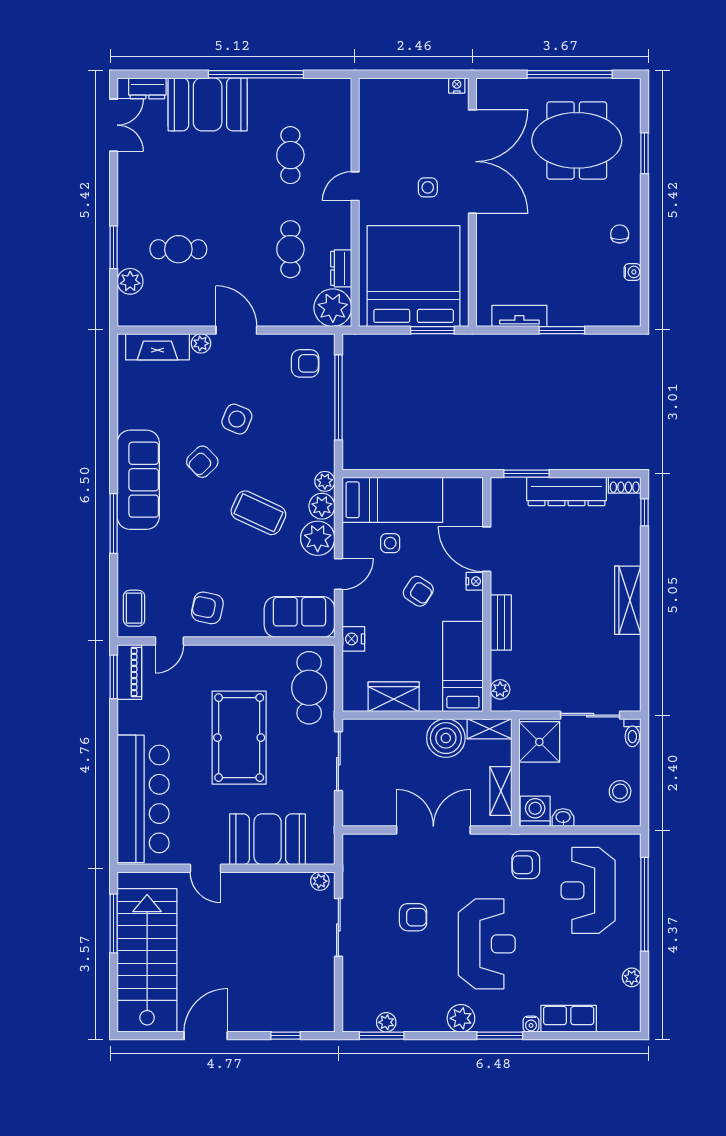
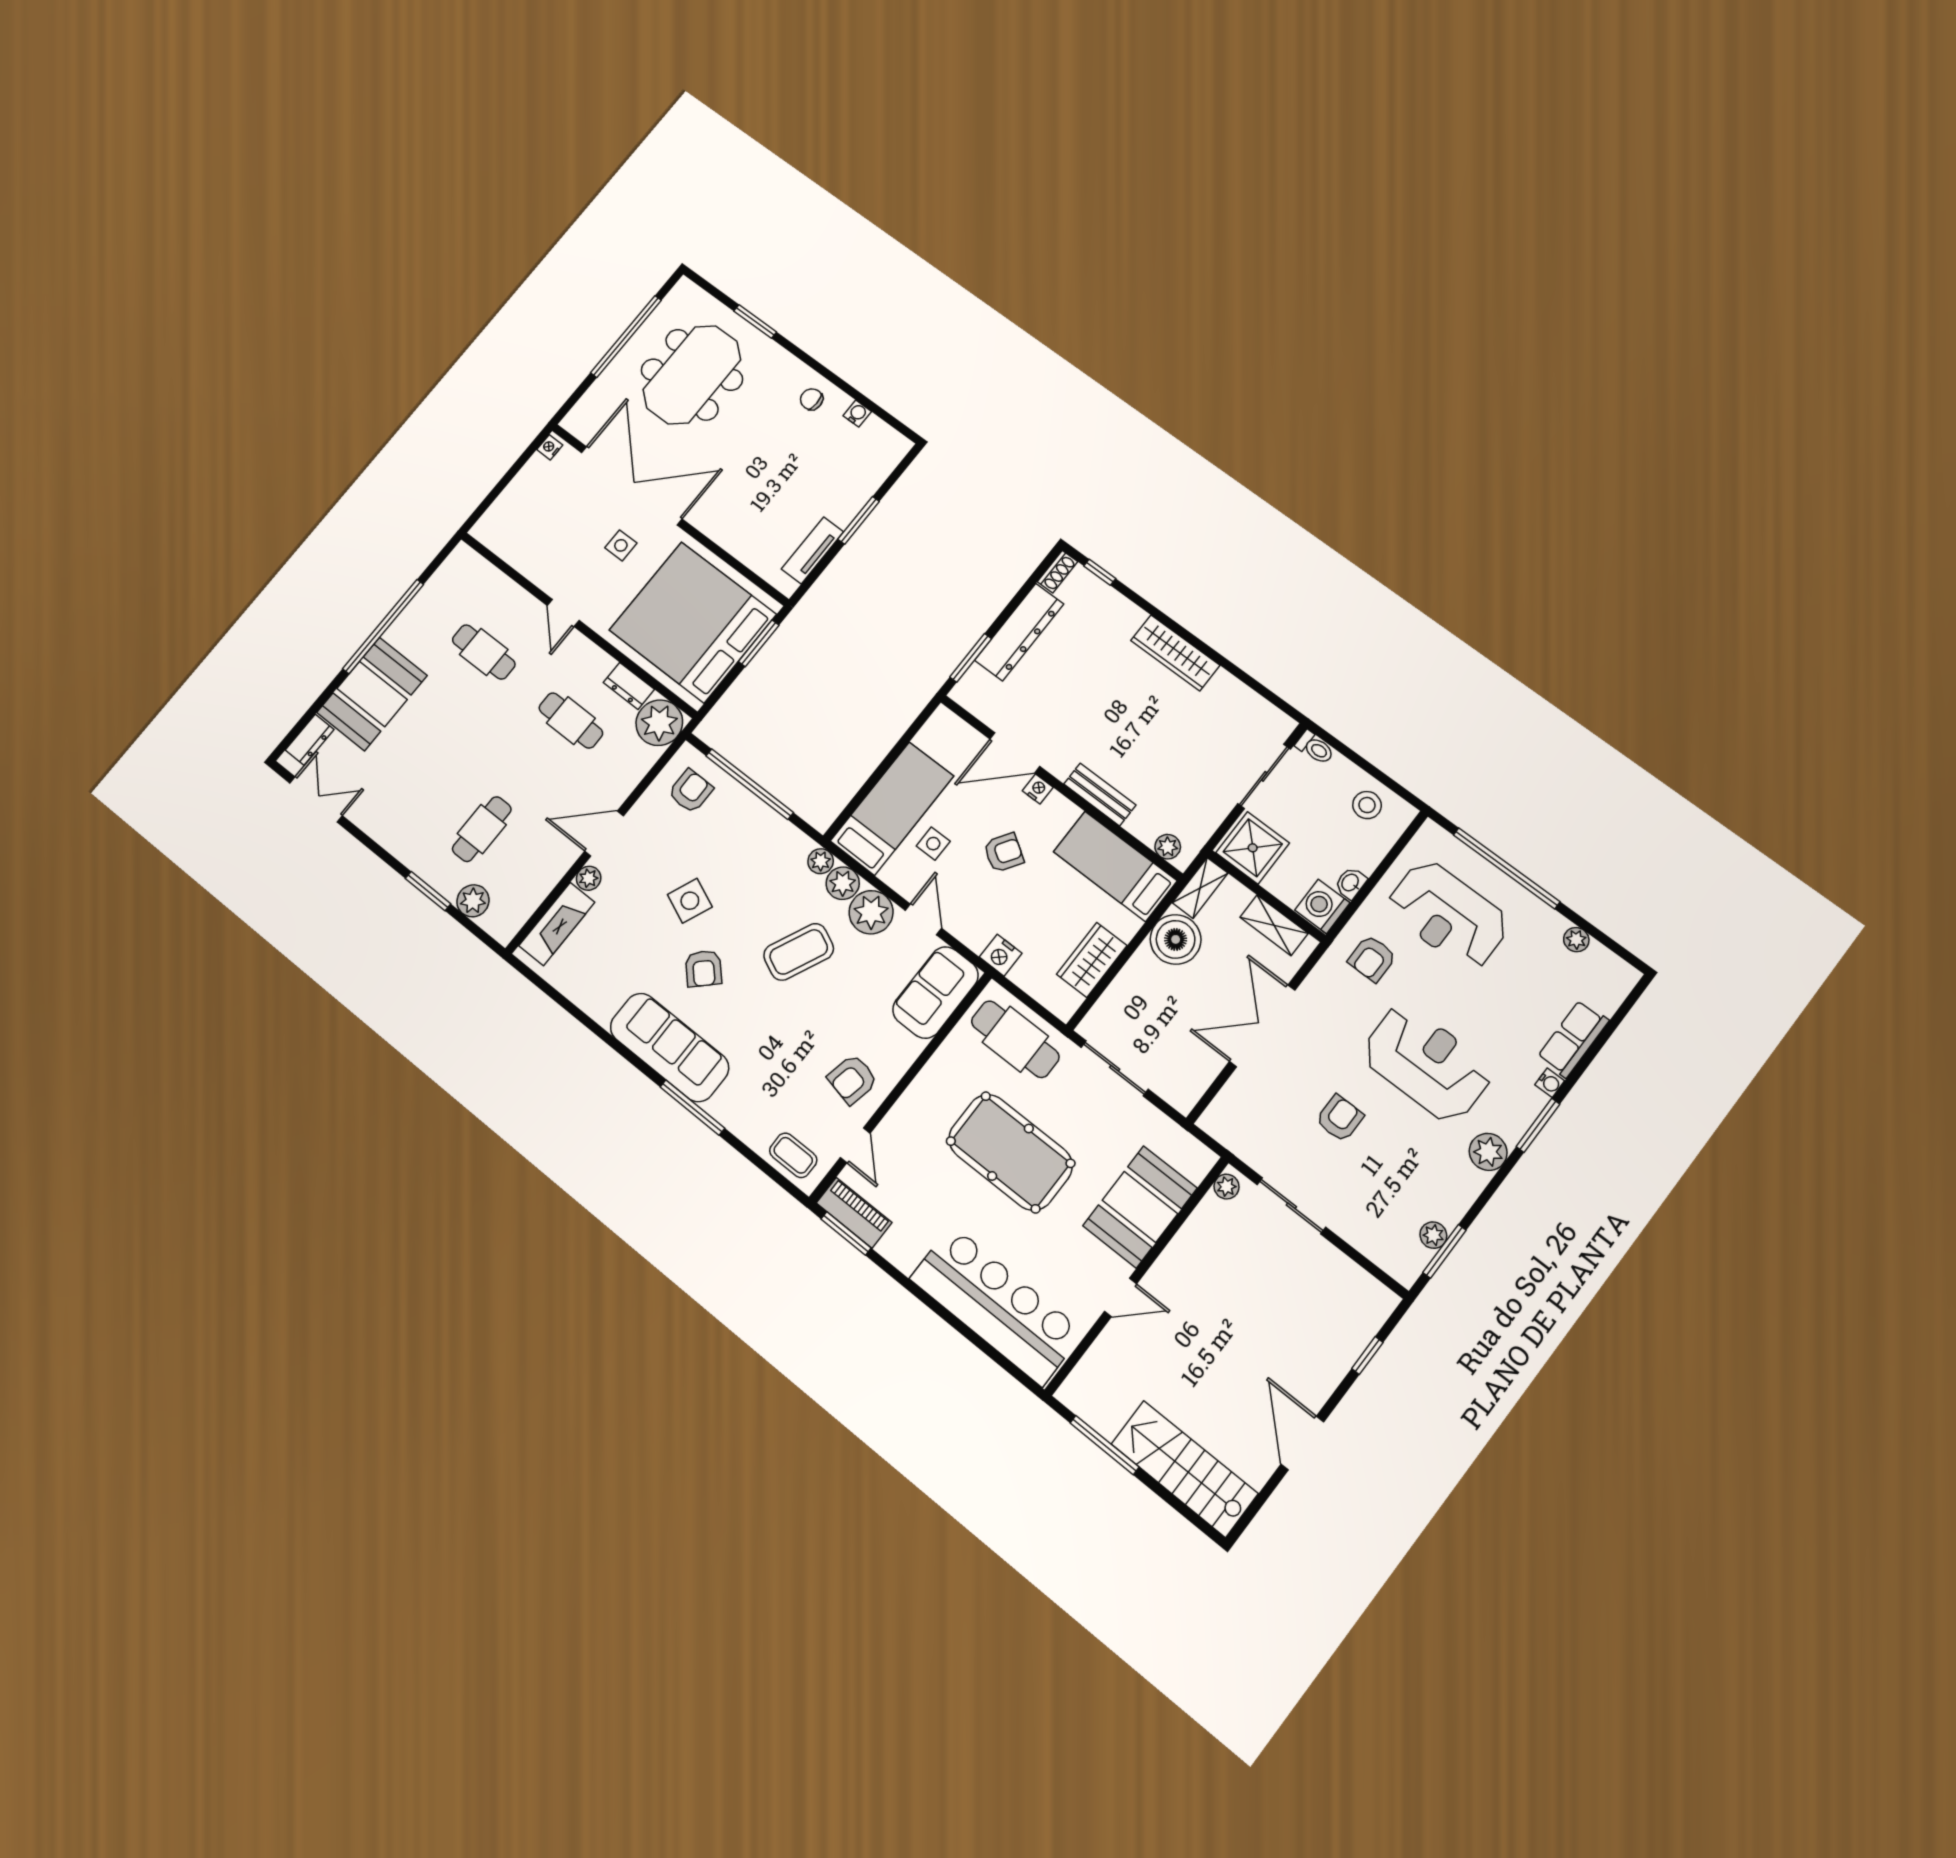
stairs: (147, 960) -> (1184, 1469), width x0.73, depth x0.66

